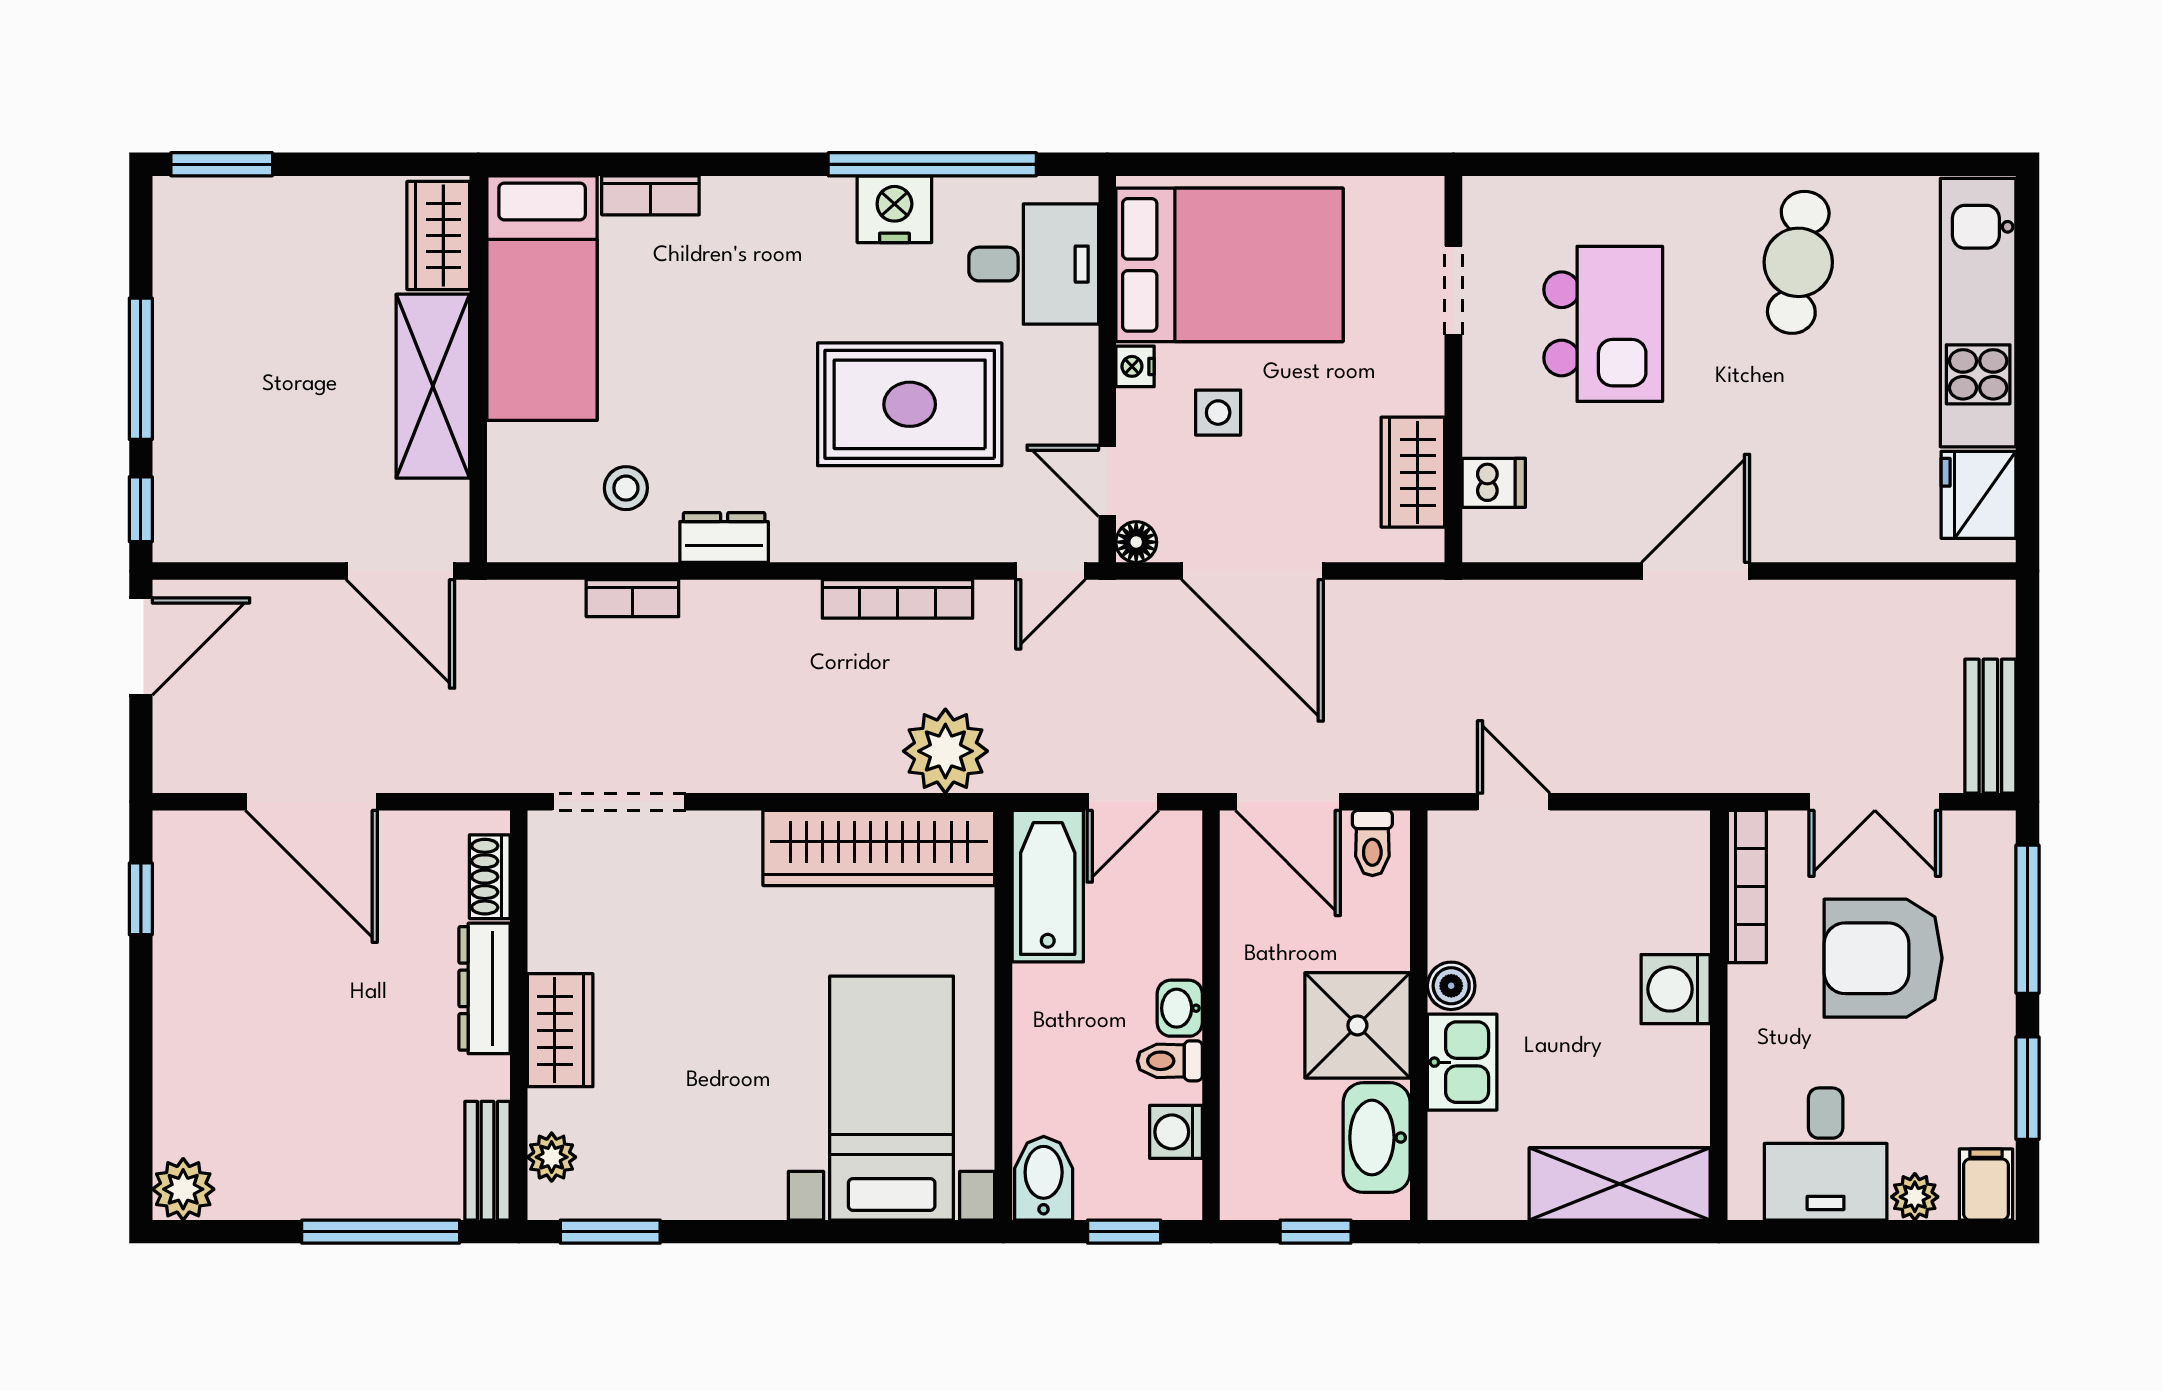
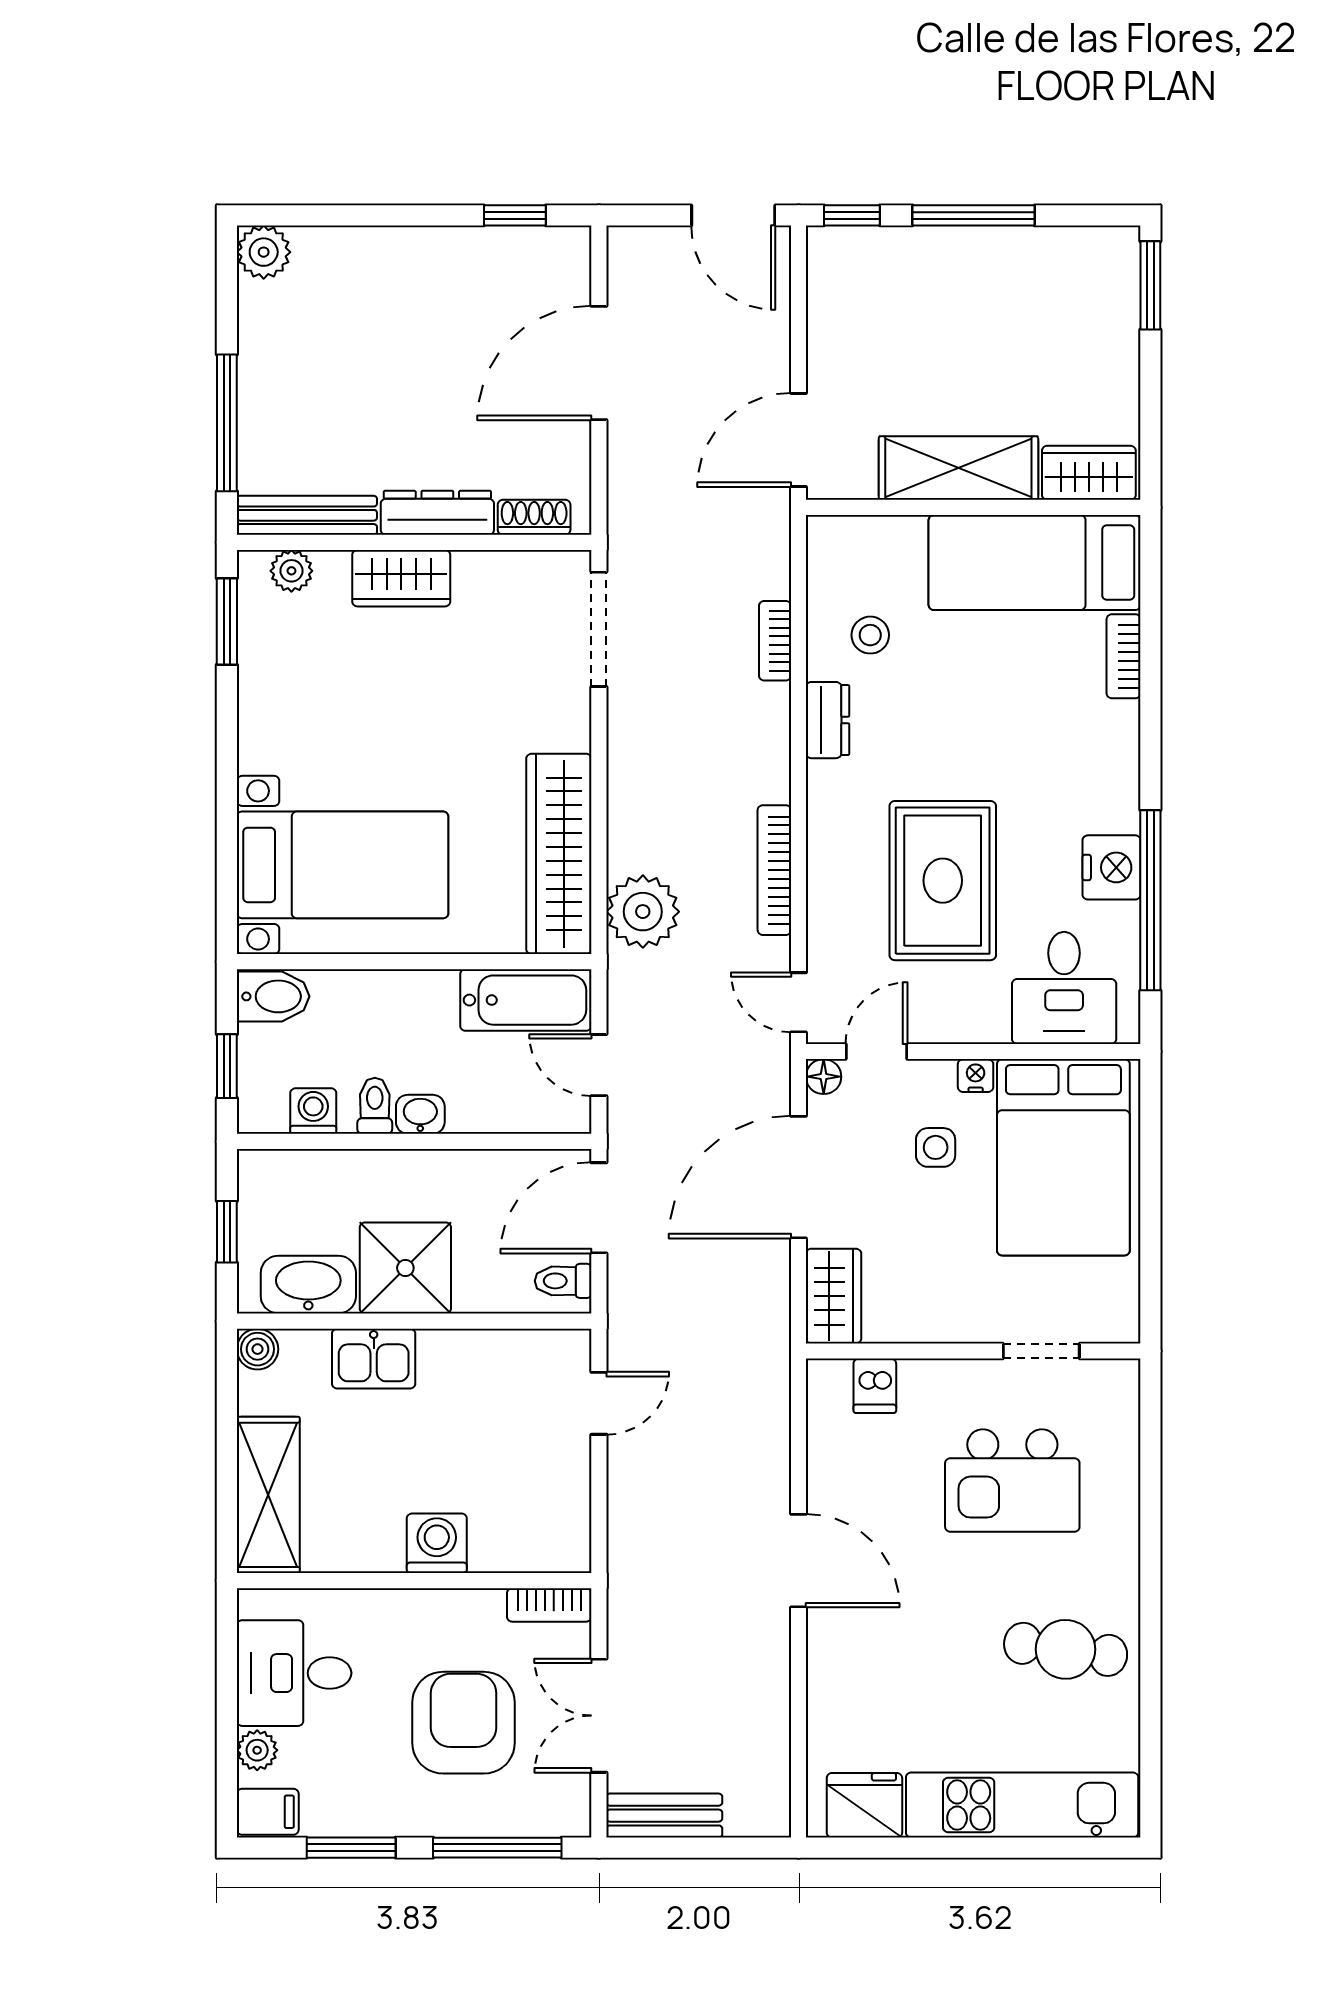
wardrobe: (1413, 472) -> (834, 1296), moved, turned 90
bookcase: (1747, 887) -> (549, 1605), width x0.64
boiler: (1451, 986) -> (257, 1349), moved
bench: (487, 1161) -> (307, 515), width x1.36

